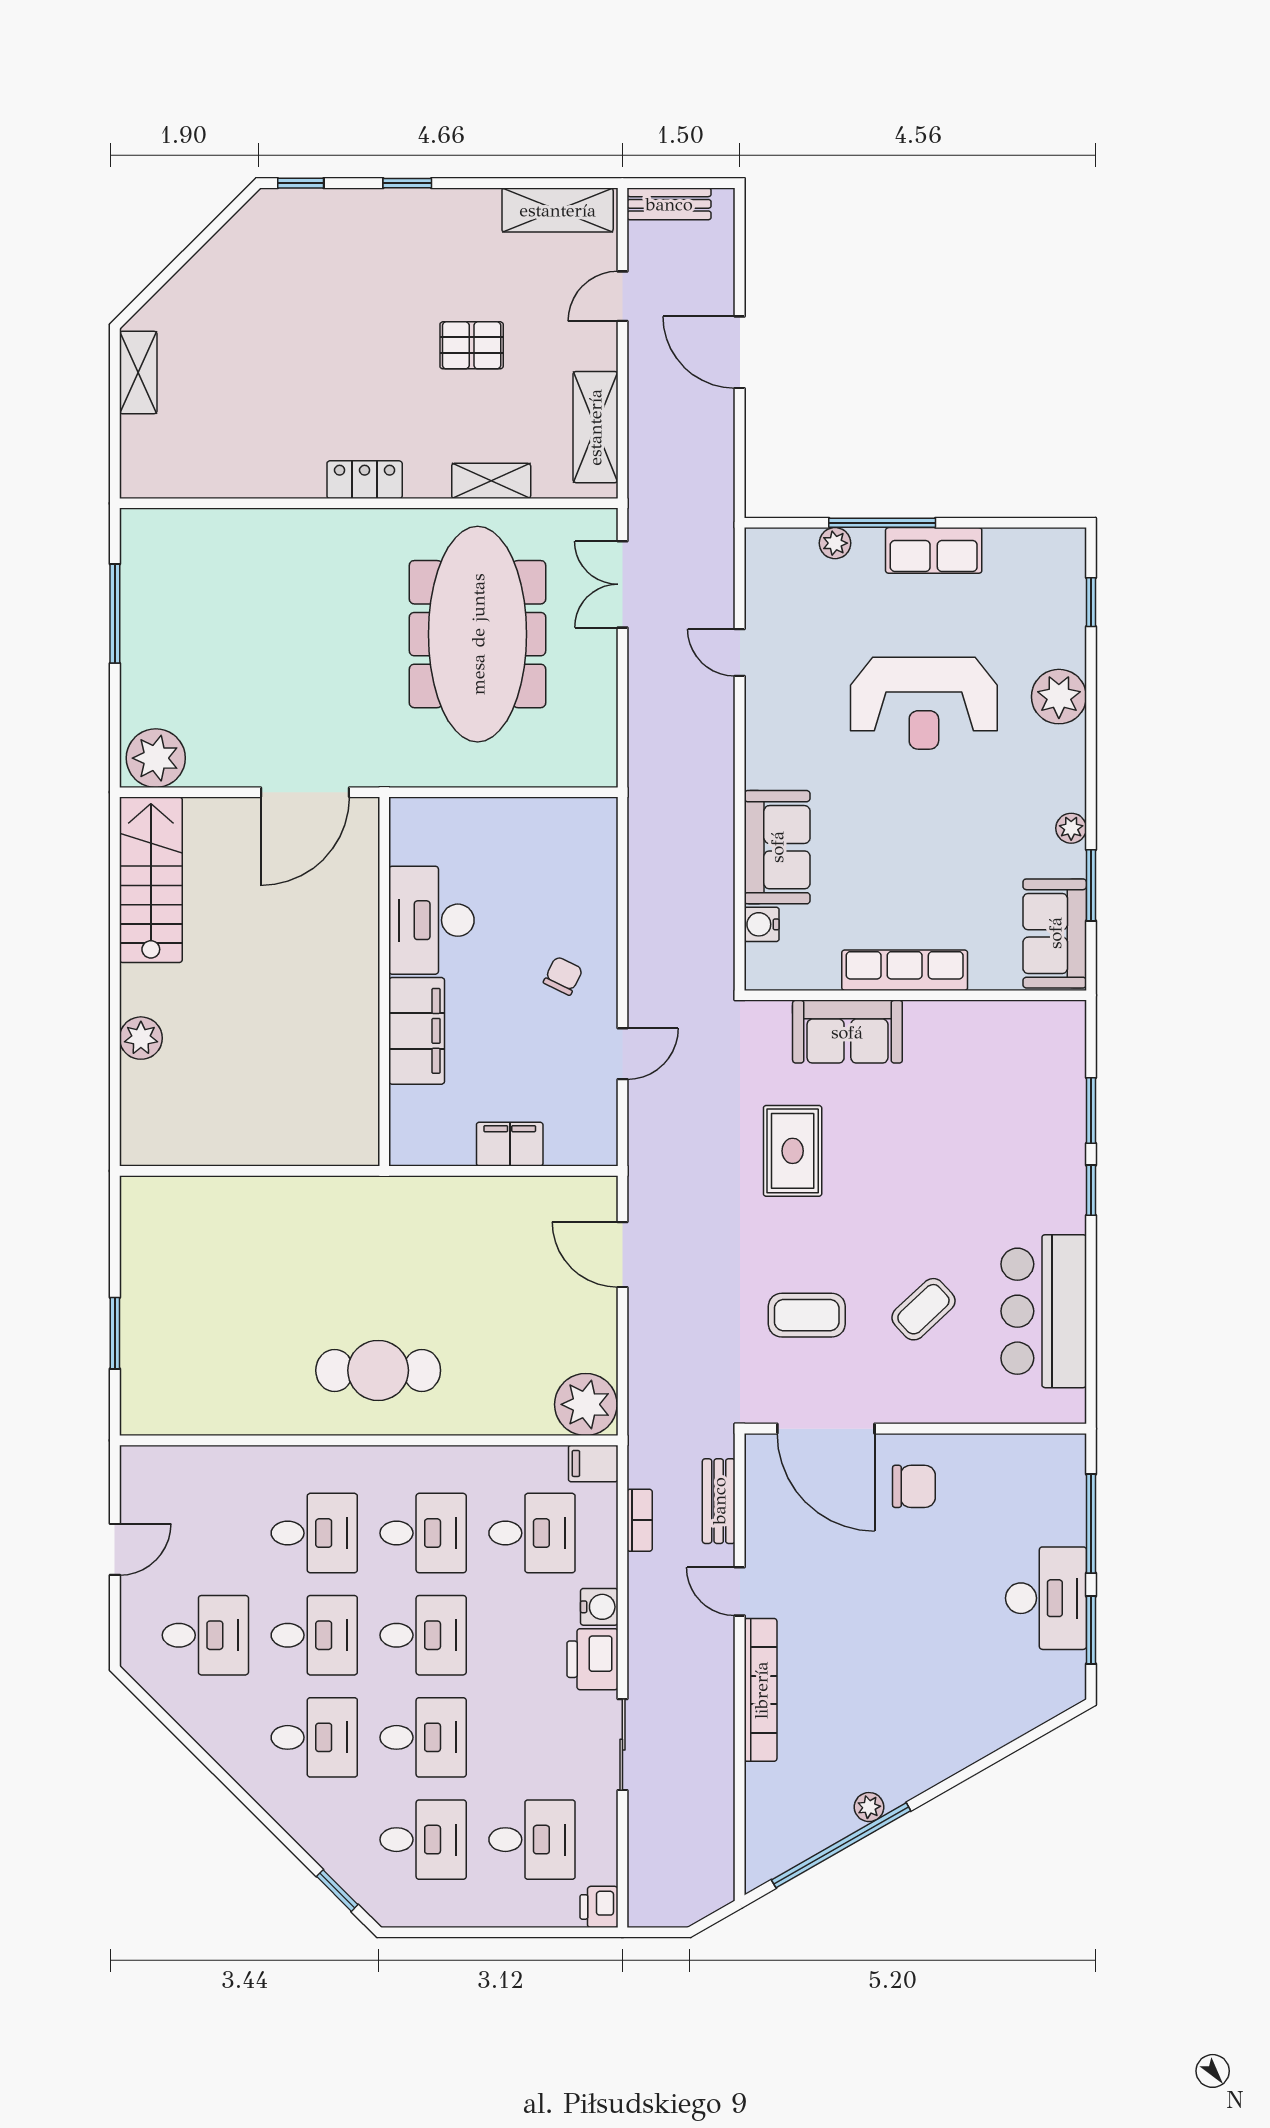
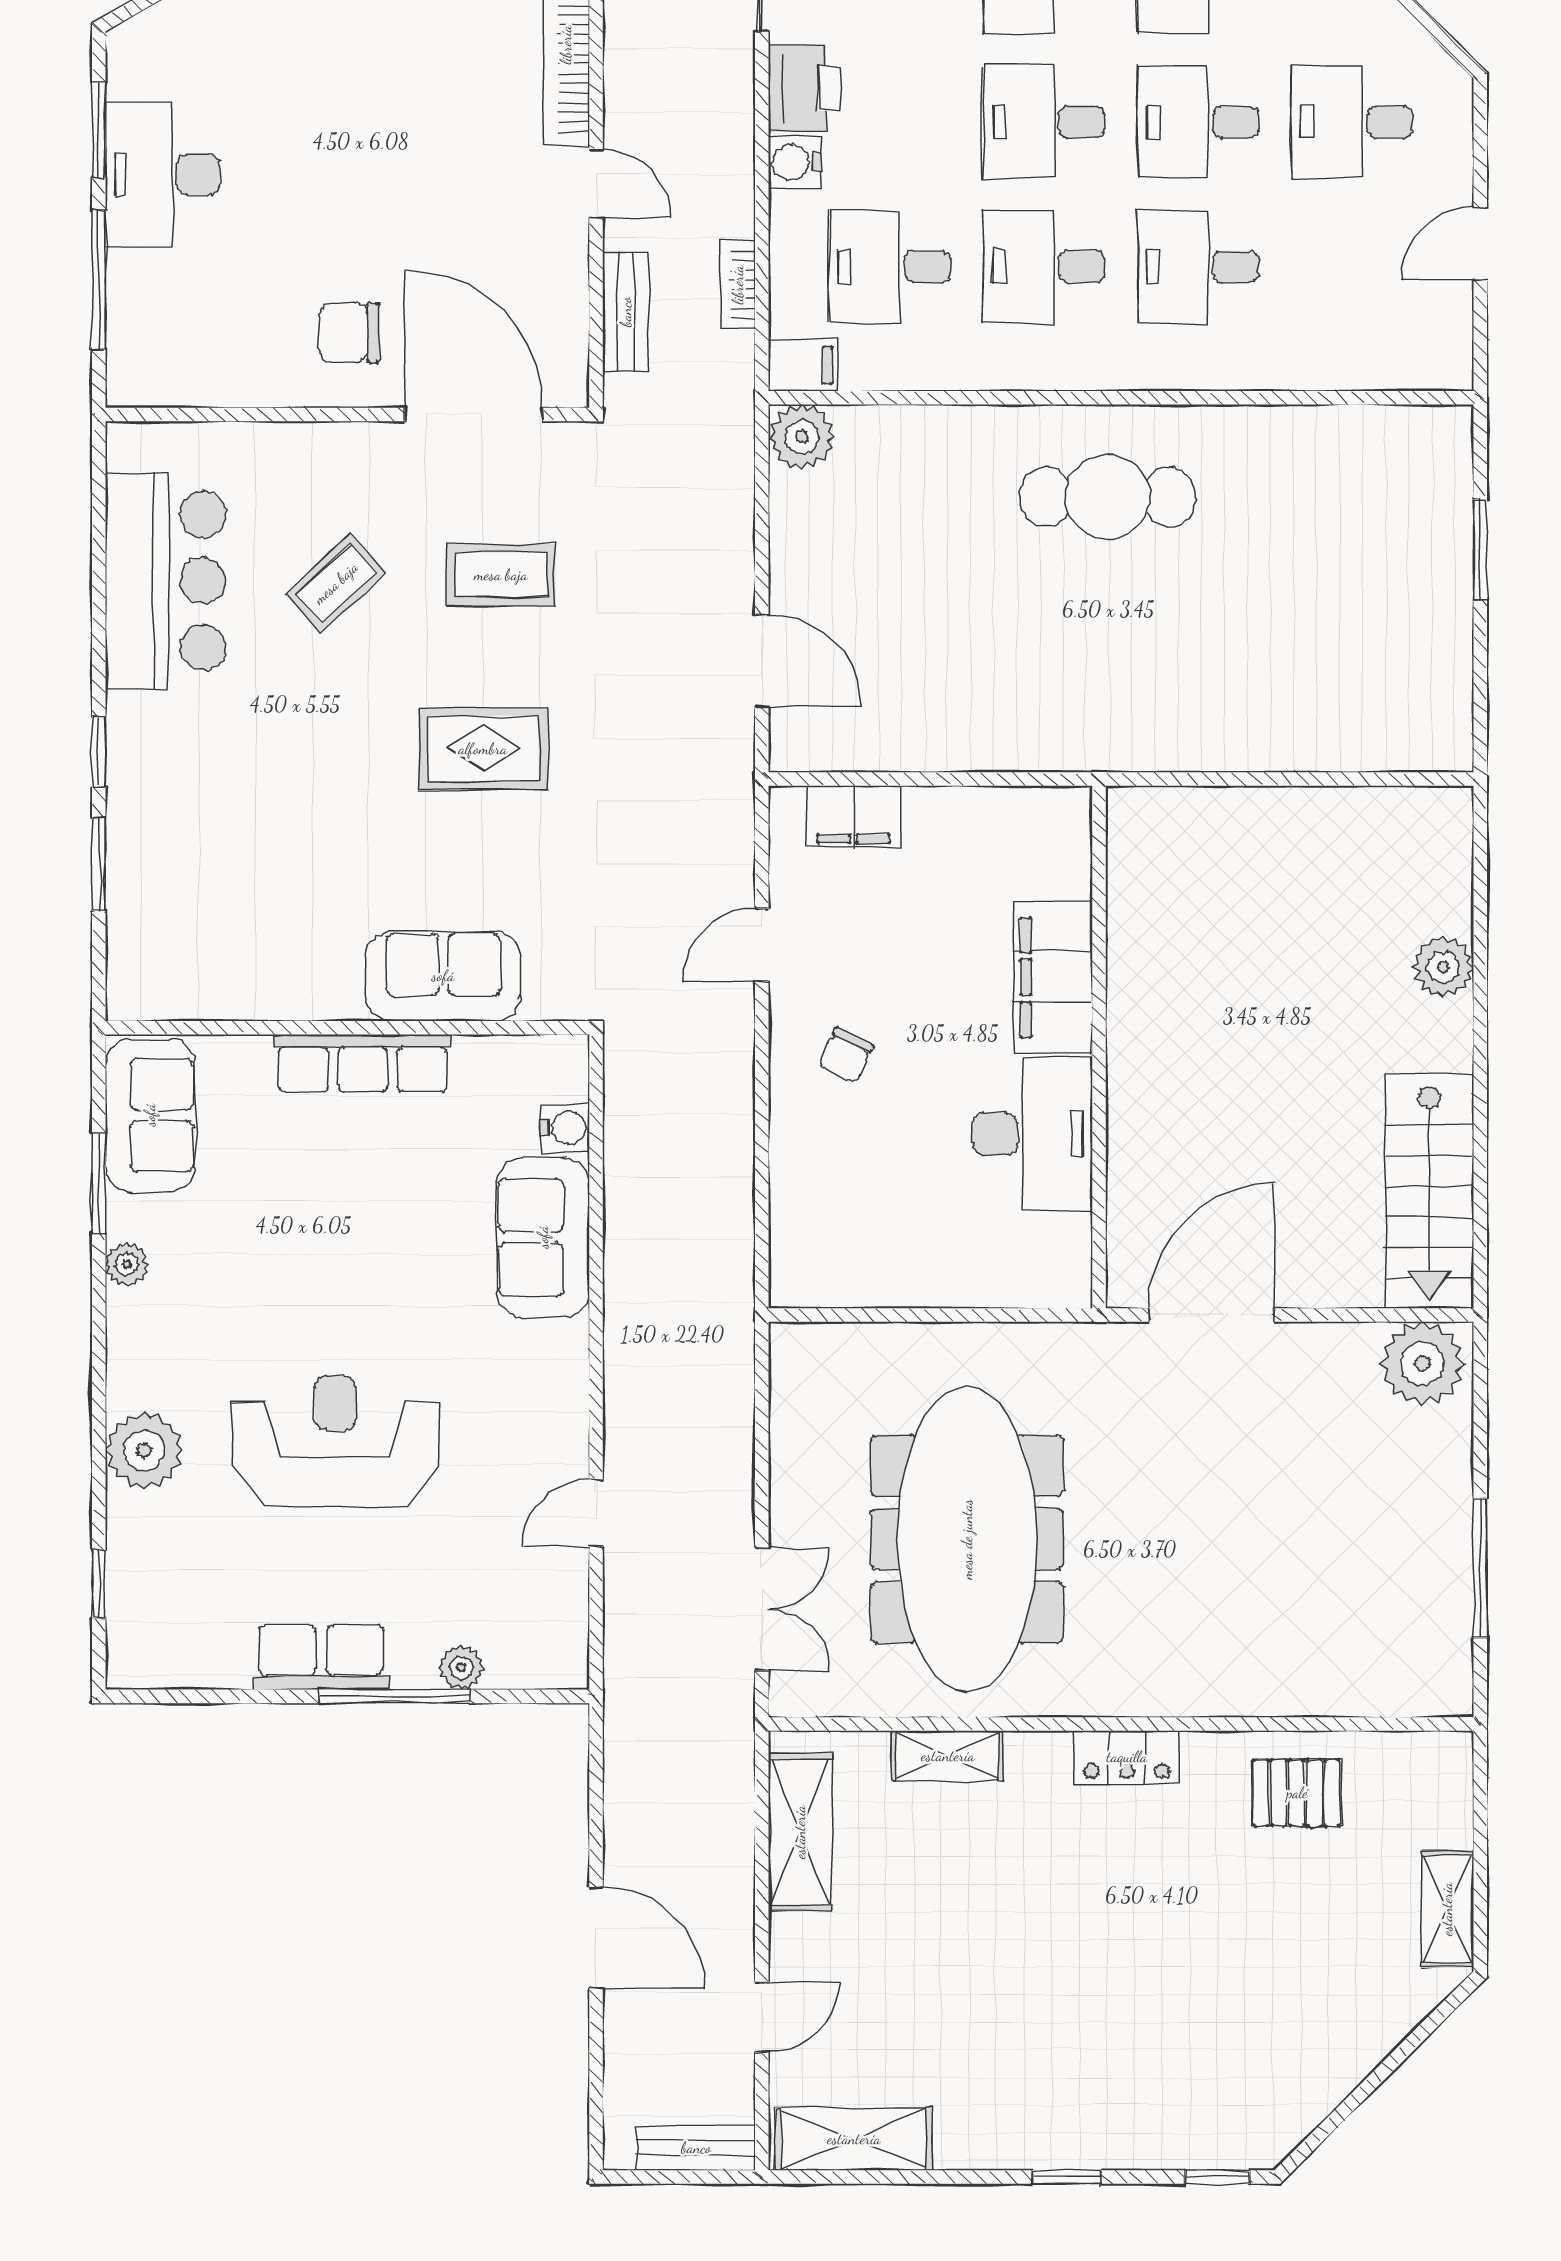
pallet: (472, 345) -> (1297, 1793), moved
door: (740, 653) -> (596, 1513), swing flipped
filing cabinet: (510, 1144) -> (853, 817), moved
rug: (793, 1151) -> (483, 749), moved, turned 90
plant: (586, 1404) -> (802, 437), width x0.73, depth x0.73

